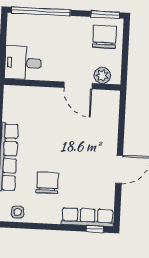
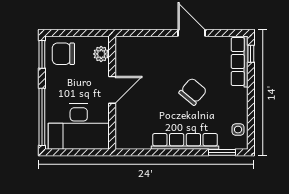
desk: (23, 63) -> (79, 127), width x1.87, depth x1.30
door: (78, 85) -> (112, 90), moved
chair: (47, 183) -> (193, 92), moved, turned 130

